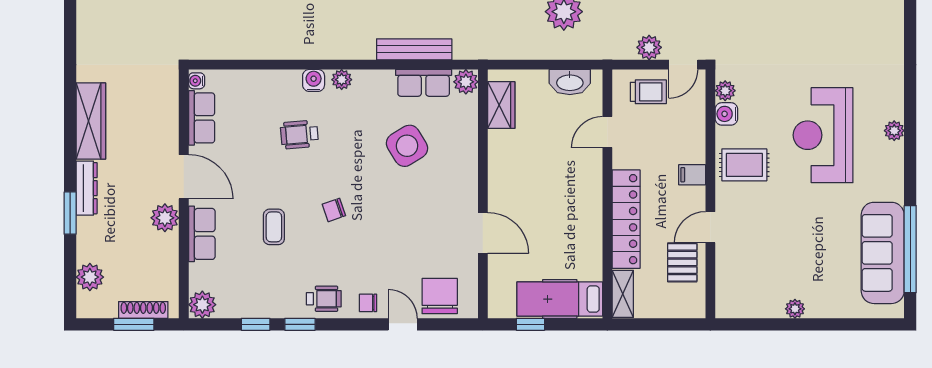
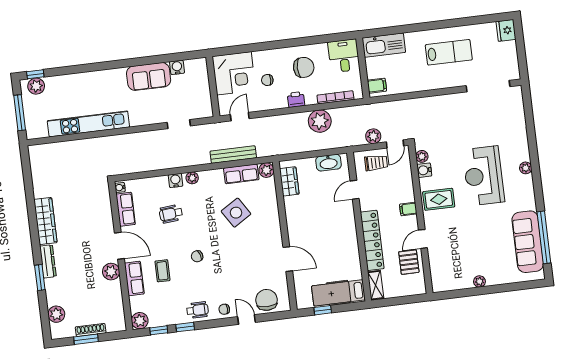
water cooler: (197, 81) -> (120, 187), moved
row of seats: (202, 118) -> (126, 209), moved
door: (184, 177) -> (119, 246), moved
wall: (184, 194) -> (121, 256), moved
plant: (165, 218) -> (111, 272), moved
row of seats: (202, 234) -> (134, 278), moved
plant: (202, 305) -> (140, 321), moved

